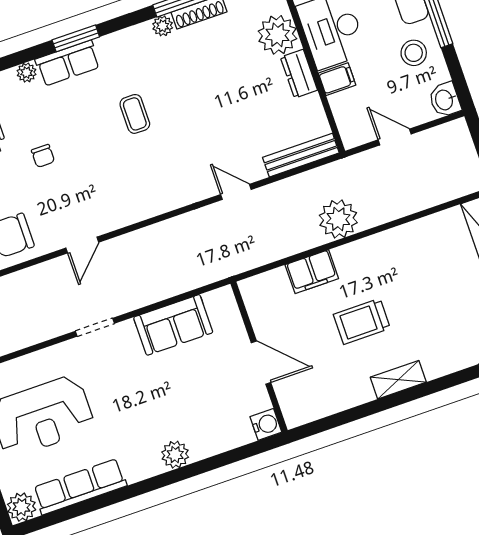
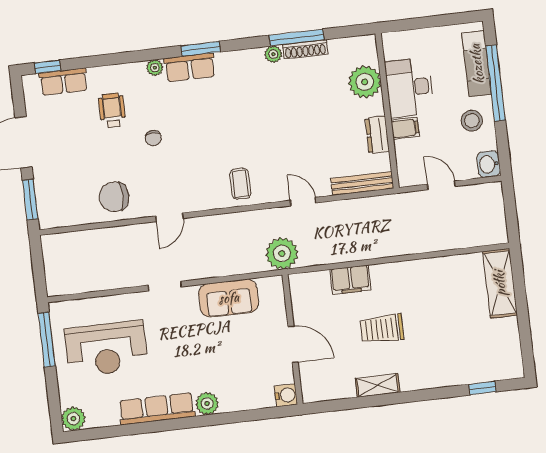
dresser: (299, 74) -> (377, 135), moved
coffee table: (135, 114) -> (240, 184), moved
plant: (338, 219) -> (282, 253), moved
shelving: (398, 380) -> (378, 385), moved
row of seats: (80, 487) -> (157, 409), moved

